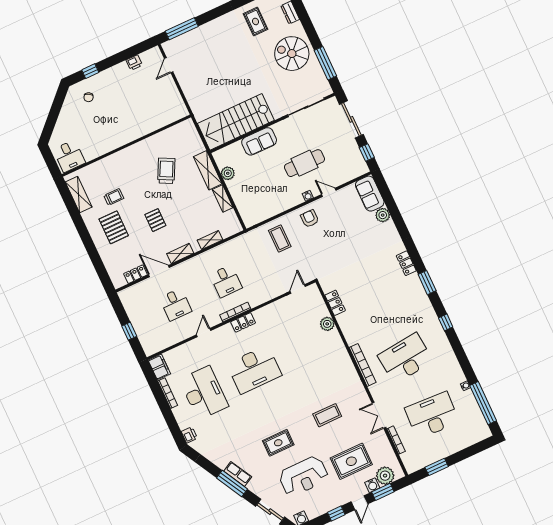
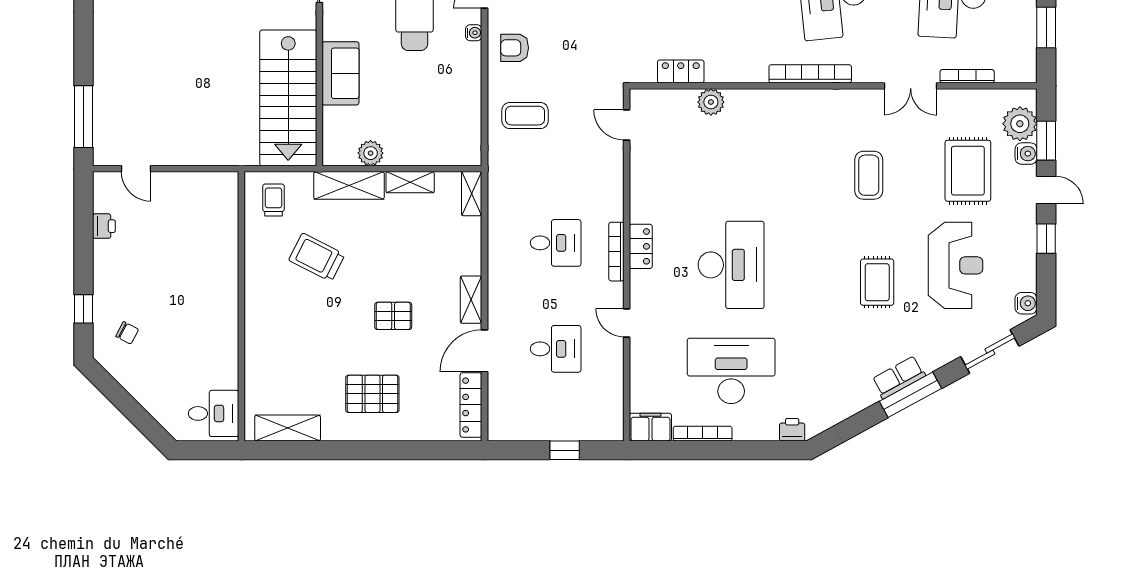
trolley: (114, 197) -> (273, 200), moved
shelving: (210, 240) -> (472, 194), moved
locker: (135, 274) -> (471, 405), width x1.53

